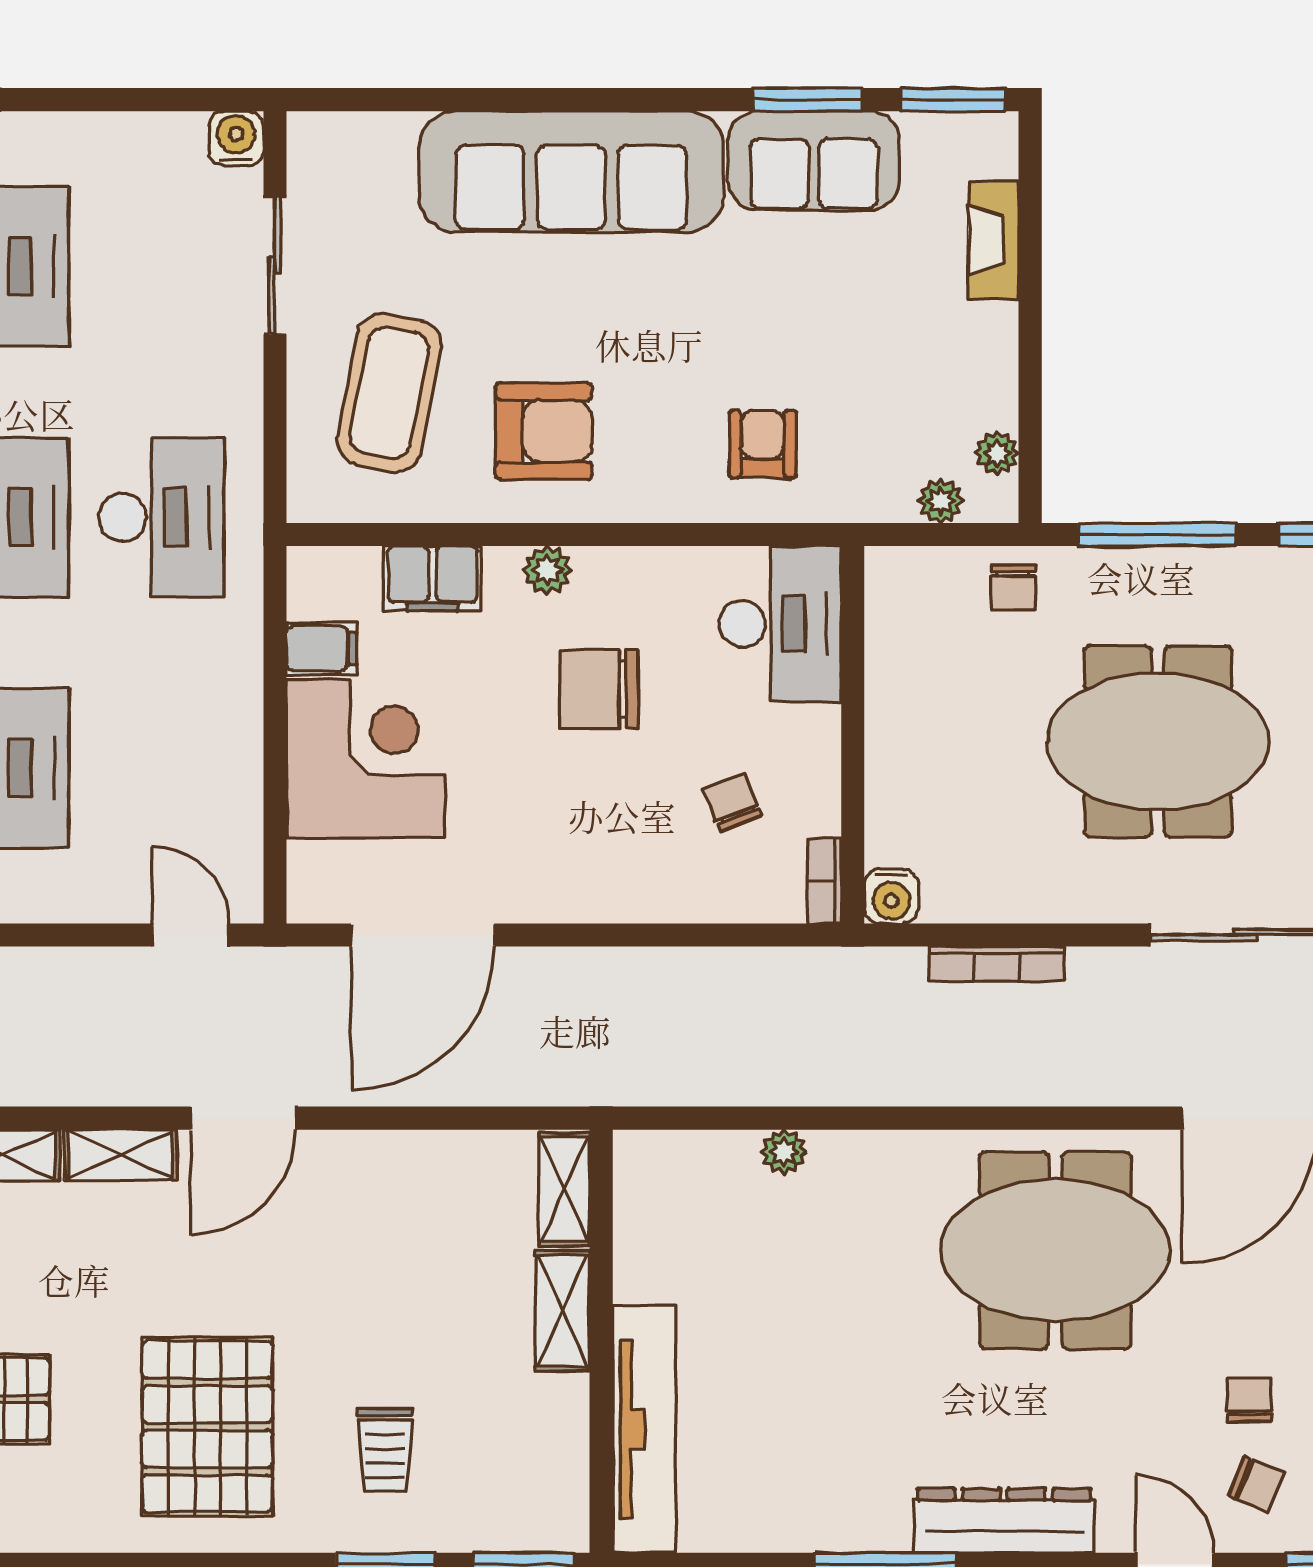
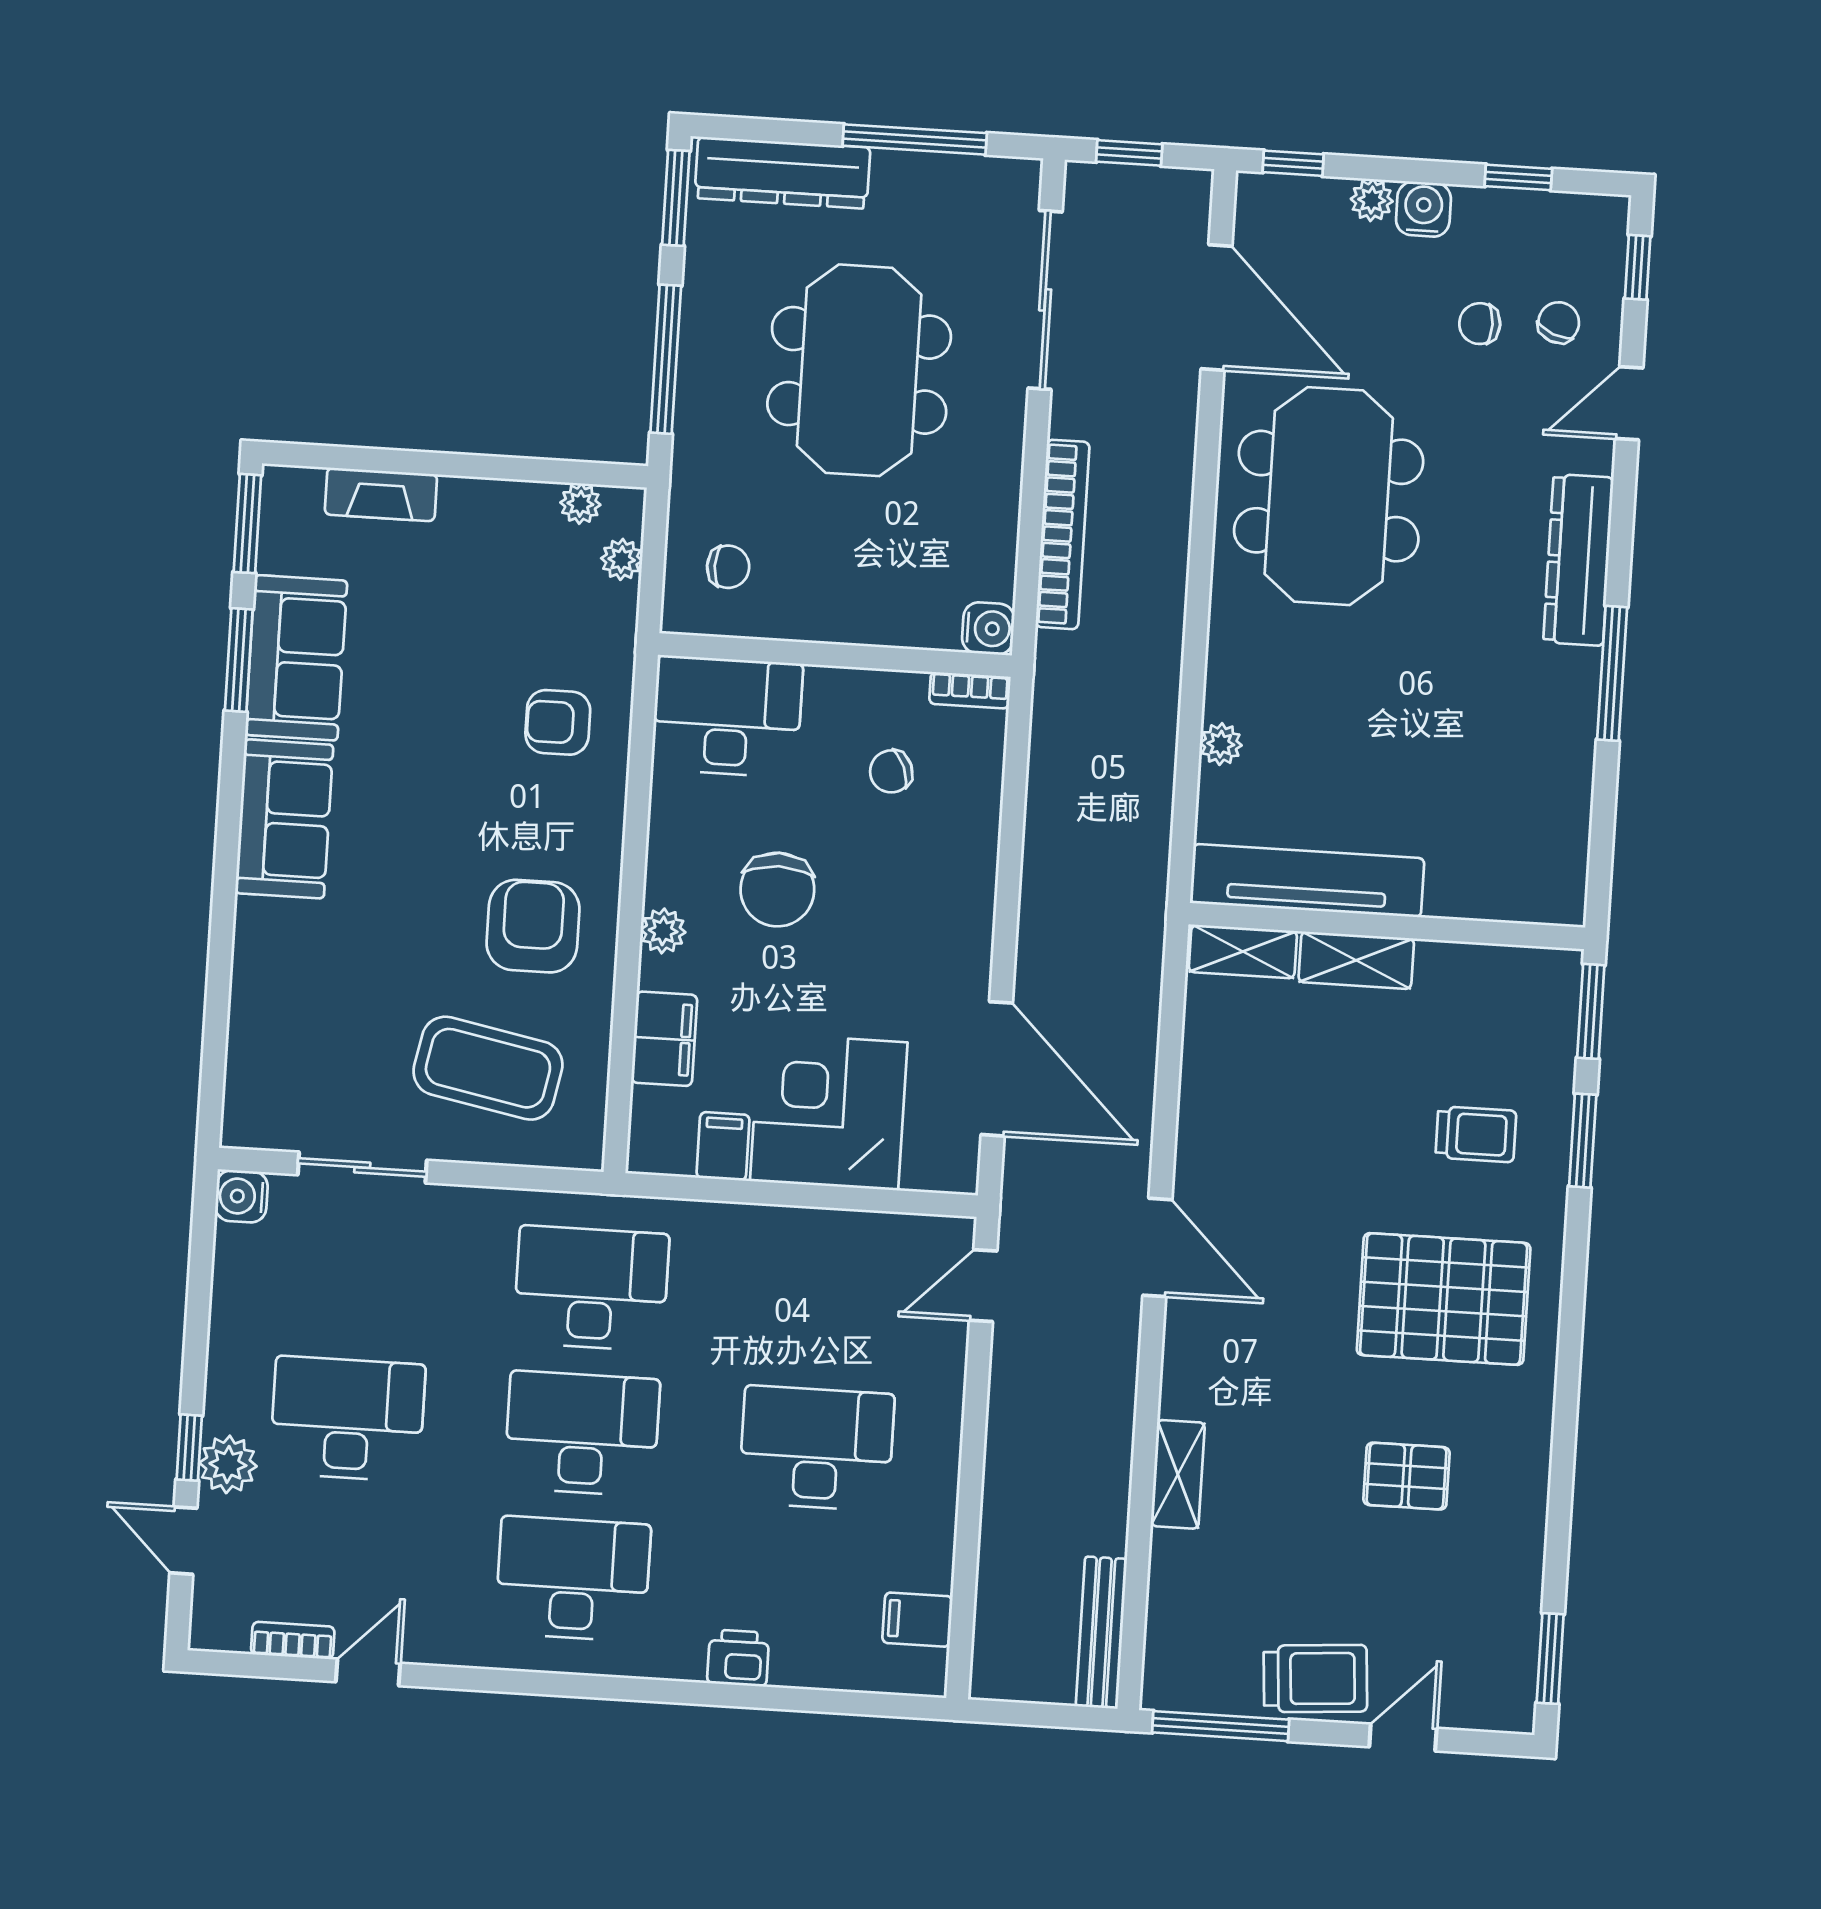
sofa: (571, 172) -> (284, 819), width x0.54, depth x0.79
chair: (1013, 588) -> (728, 567), moved
bookcase: (997, 964) -> (1062, 534), width x1.48, depth x1.31
shelving: (120, 1155) -> (1184, 1364), removed
tv unit: (644, 1429) -> (1307, 881), moved

